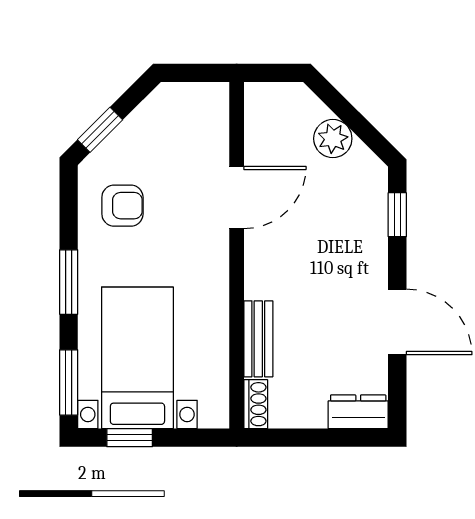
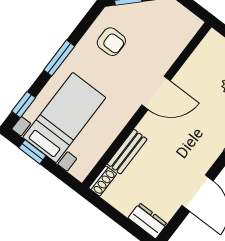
door: (237, 198) -> (156, 93), moved
window: (69, 382) -> (24, 105), width x0.67

